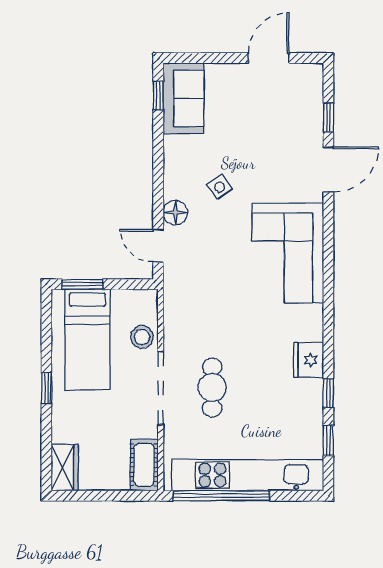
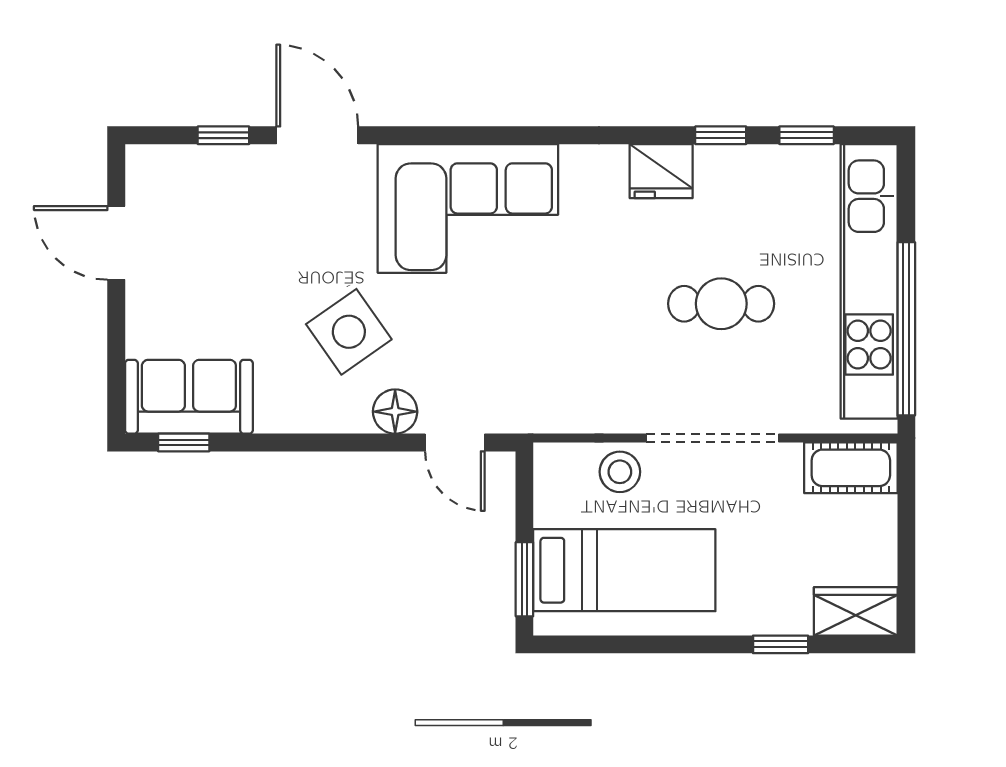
side table: (220, 187) -> (349, 332), width x1.87, depth x1.87
door: (158, 246) -> (455, 442), hinge flipped
cafe table: (212, 387) -> (721, 304), moved
window: (46, 388) -> (781, 644), moved

